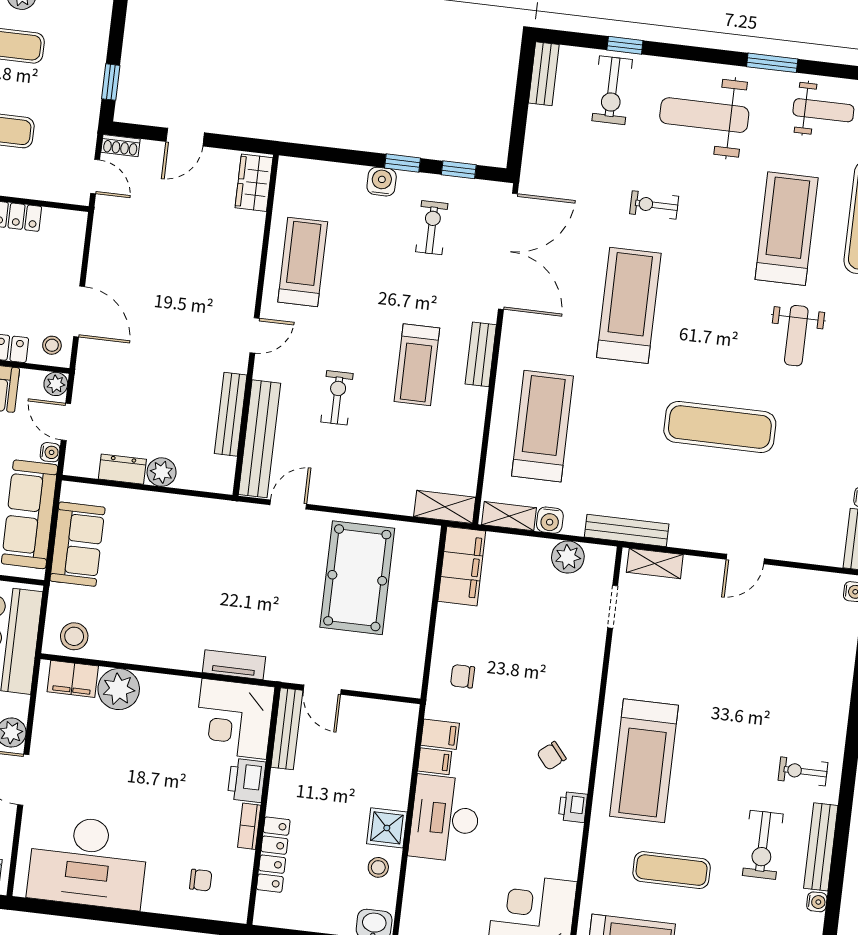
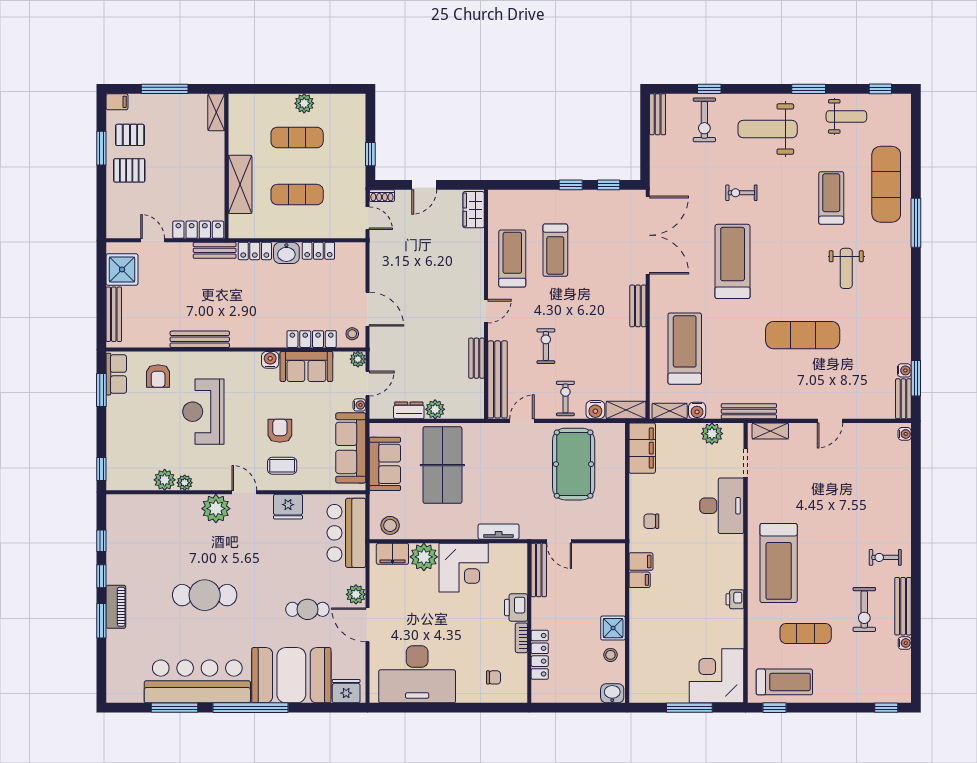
water cooler: (382, 182) -> (595, 410), moved, turned 180
exercise bike: (432, 228) -> (565, 398), moved
treadmill: (787, 229) -> (831, 198), width x0.73, depth x0.73
treadmill: (417, 365) -> (555, 250), moved
bench: (231, 414) -> (476, 358), width x0.73
door: (66, 422) -> (368, 384), swing flipped
table tennis table: (163, 556) -> (442, 465), added
corner desk: (234, 719) -> (464, 568), moved, turned -90
chair: (552, 756) -> (717, 567), removed
desk: (445, 819) -> (722, 506), moved, turned 180

